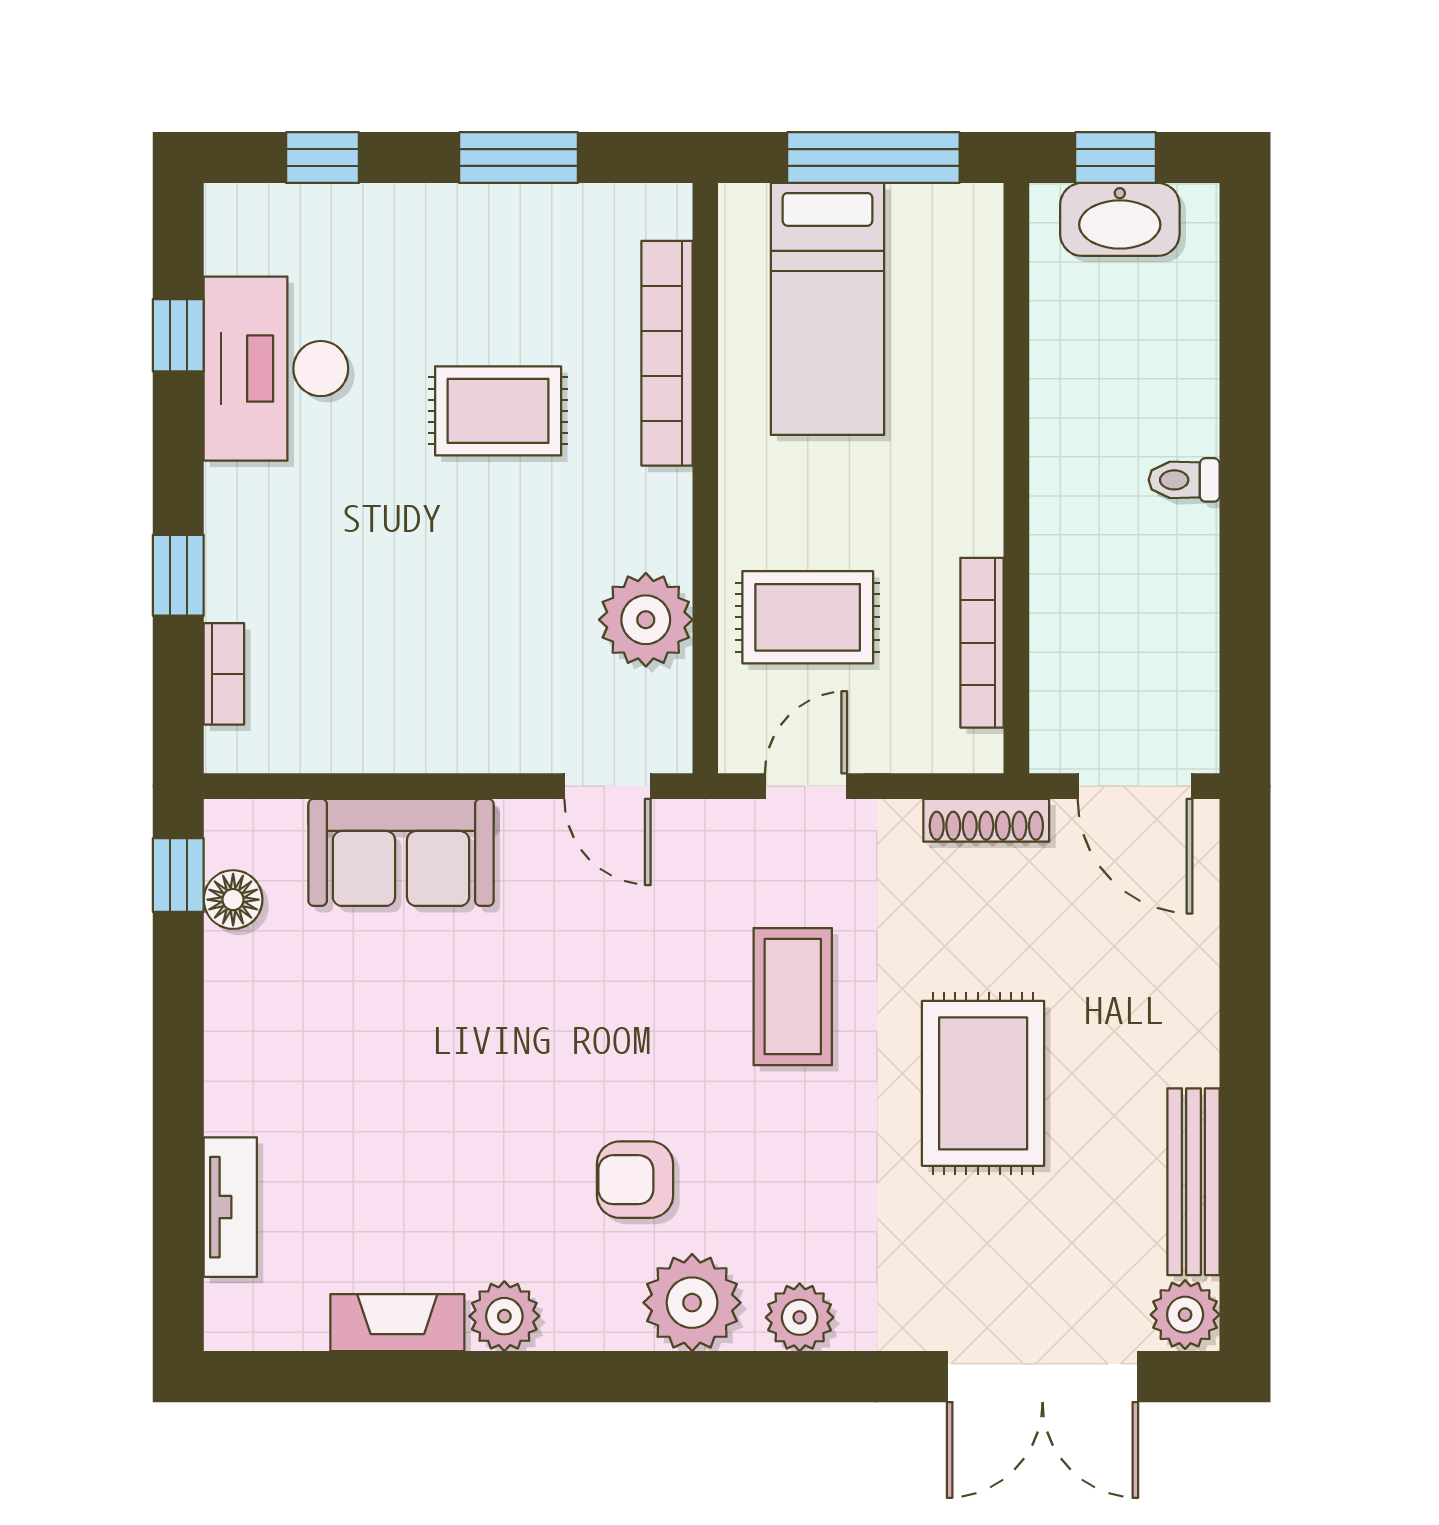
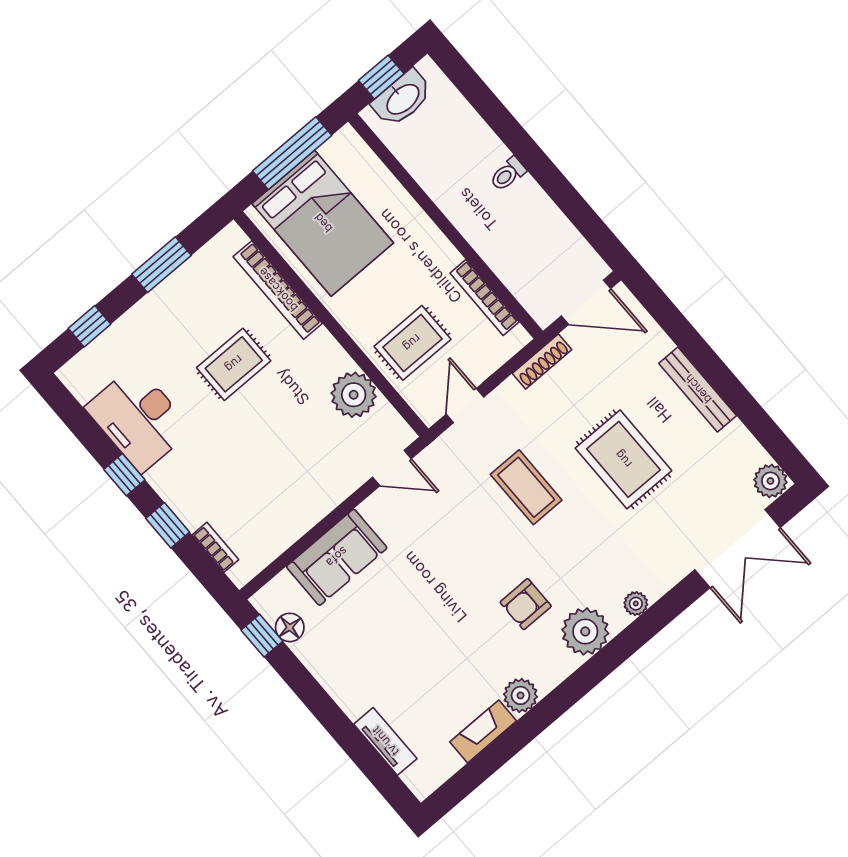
bed: (828, 309) -> (323, 223), width x1.50
window: (178, 335) -> (124, 475), moved
bench: (1193, 1182) -> (698, 389), moved
plant: (800, 1317) -> (636, 604), width x0.73, depth x0.73

